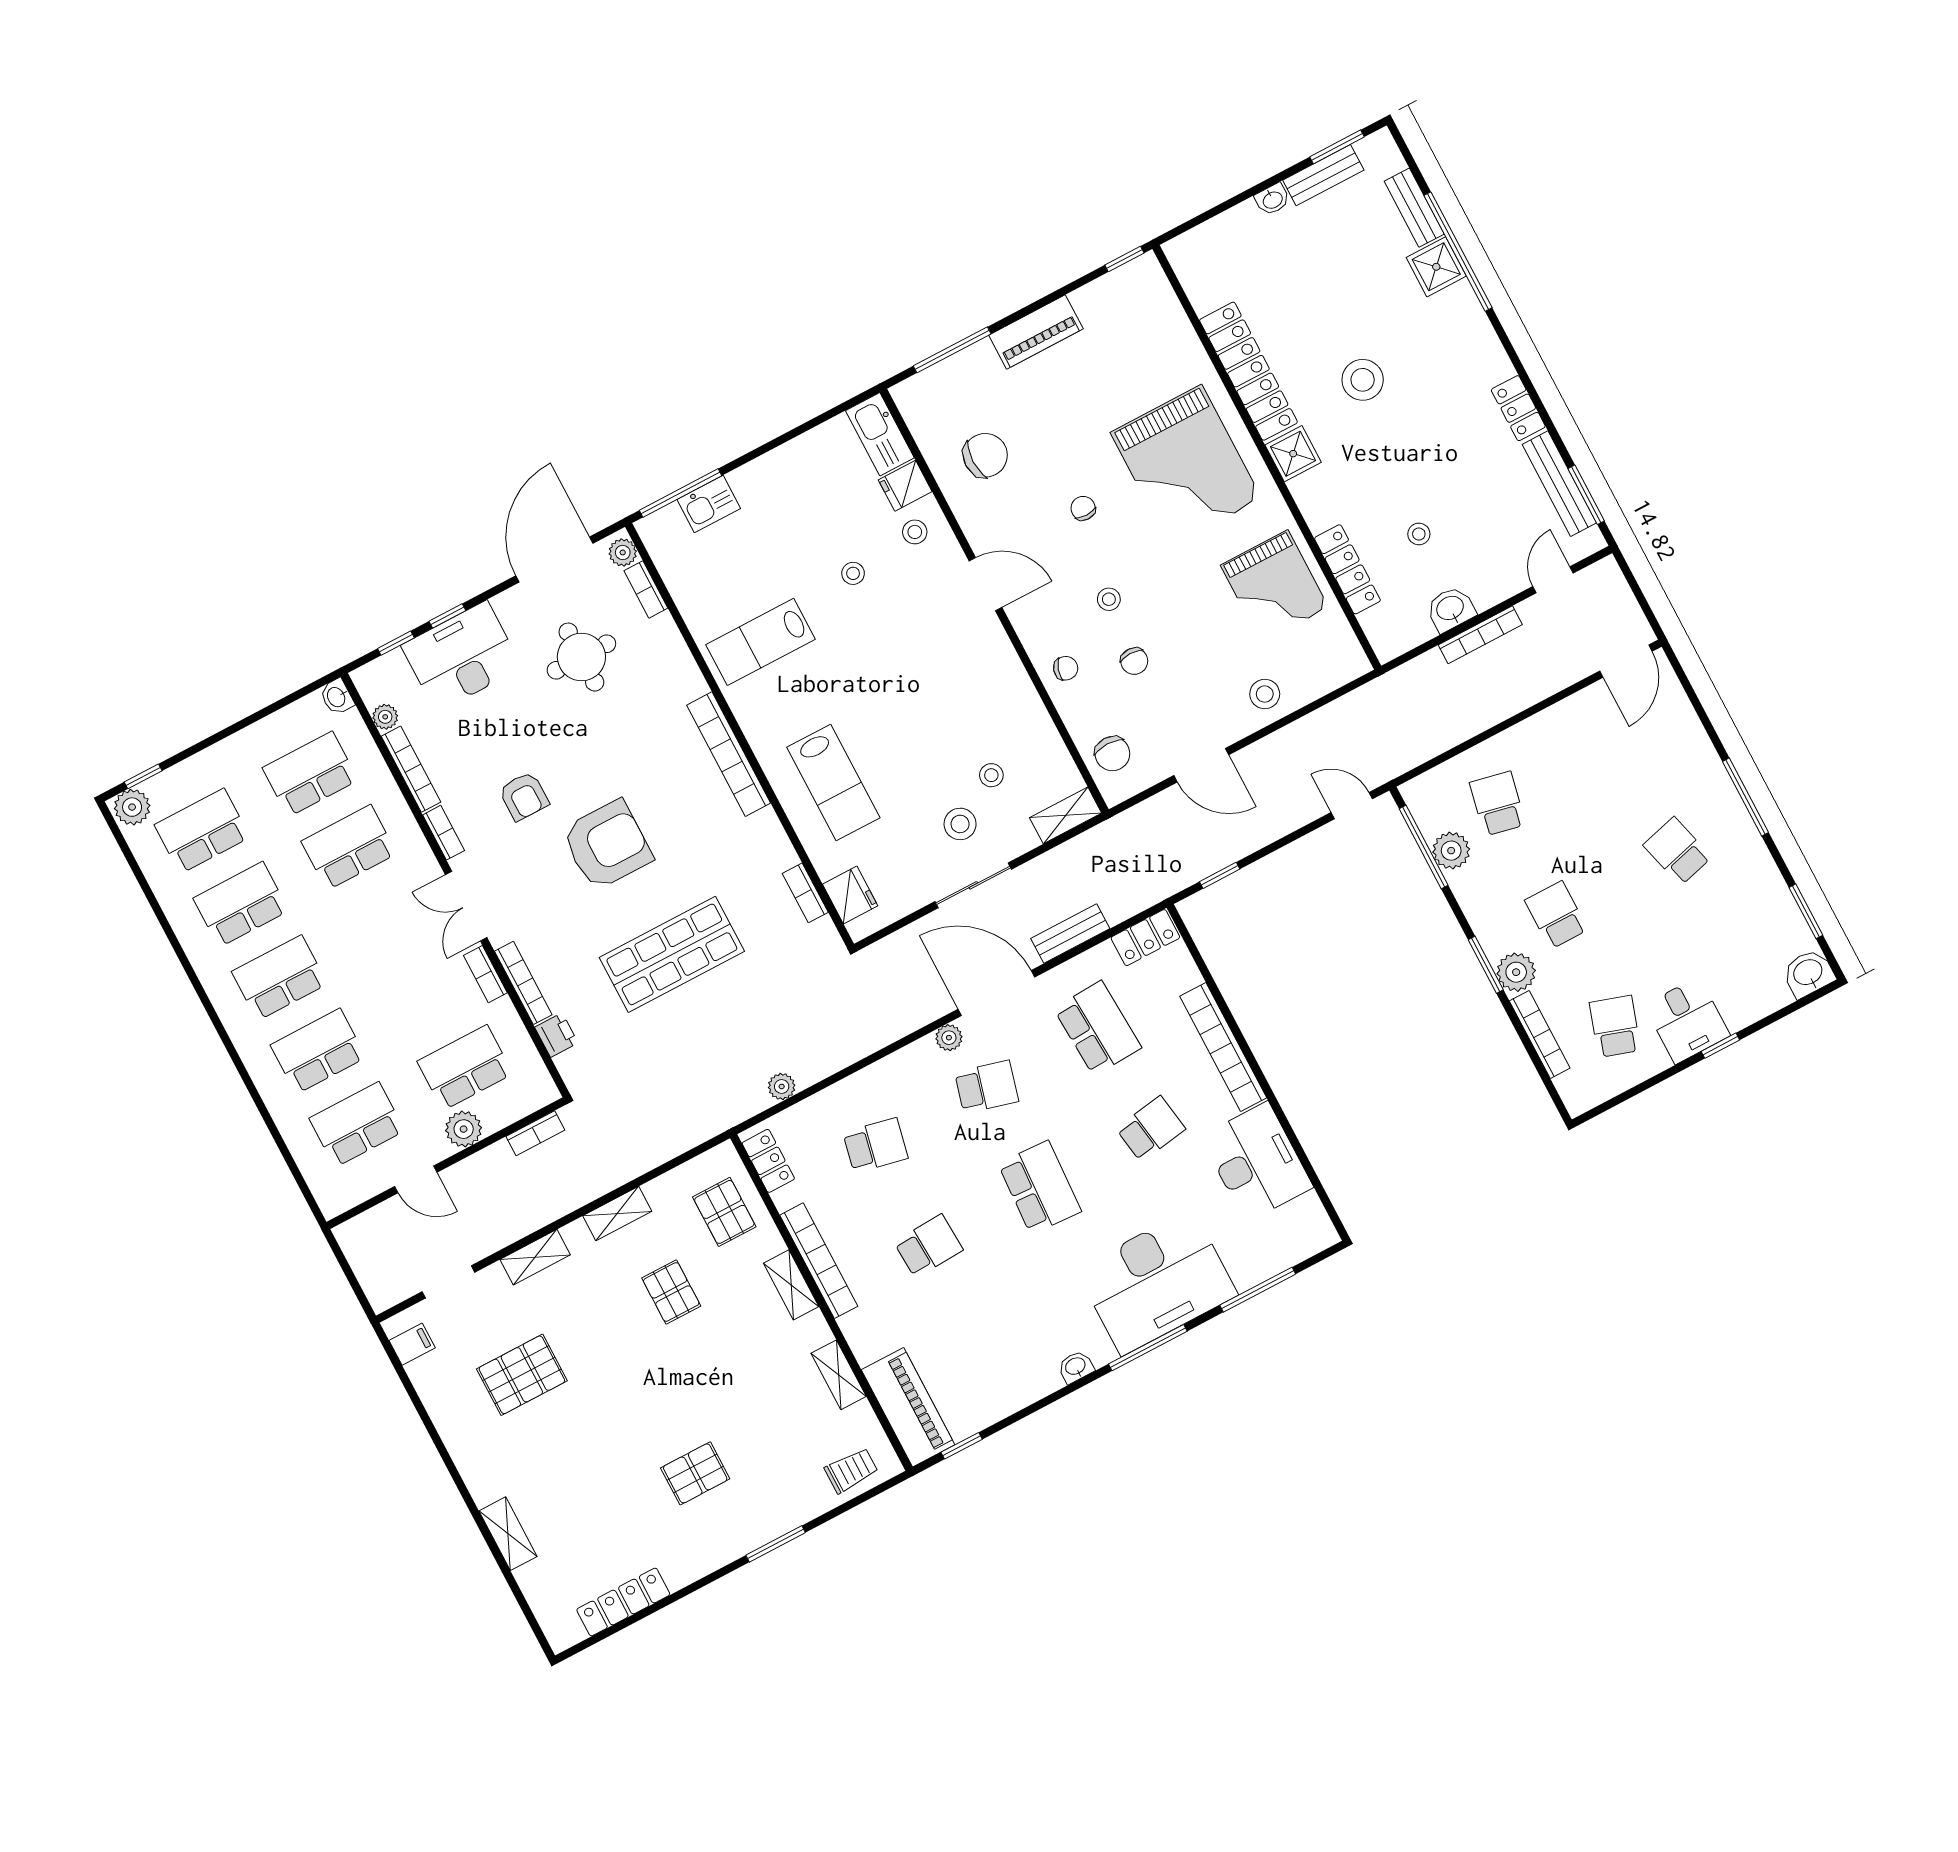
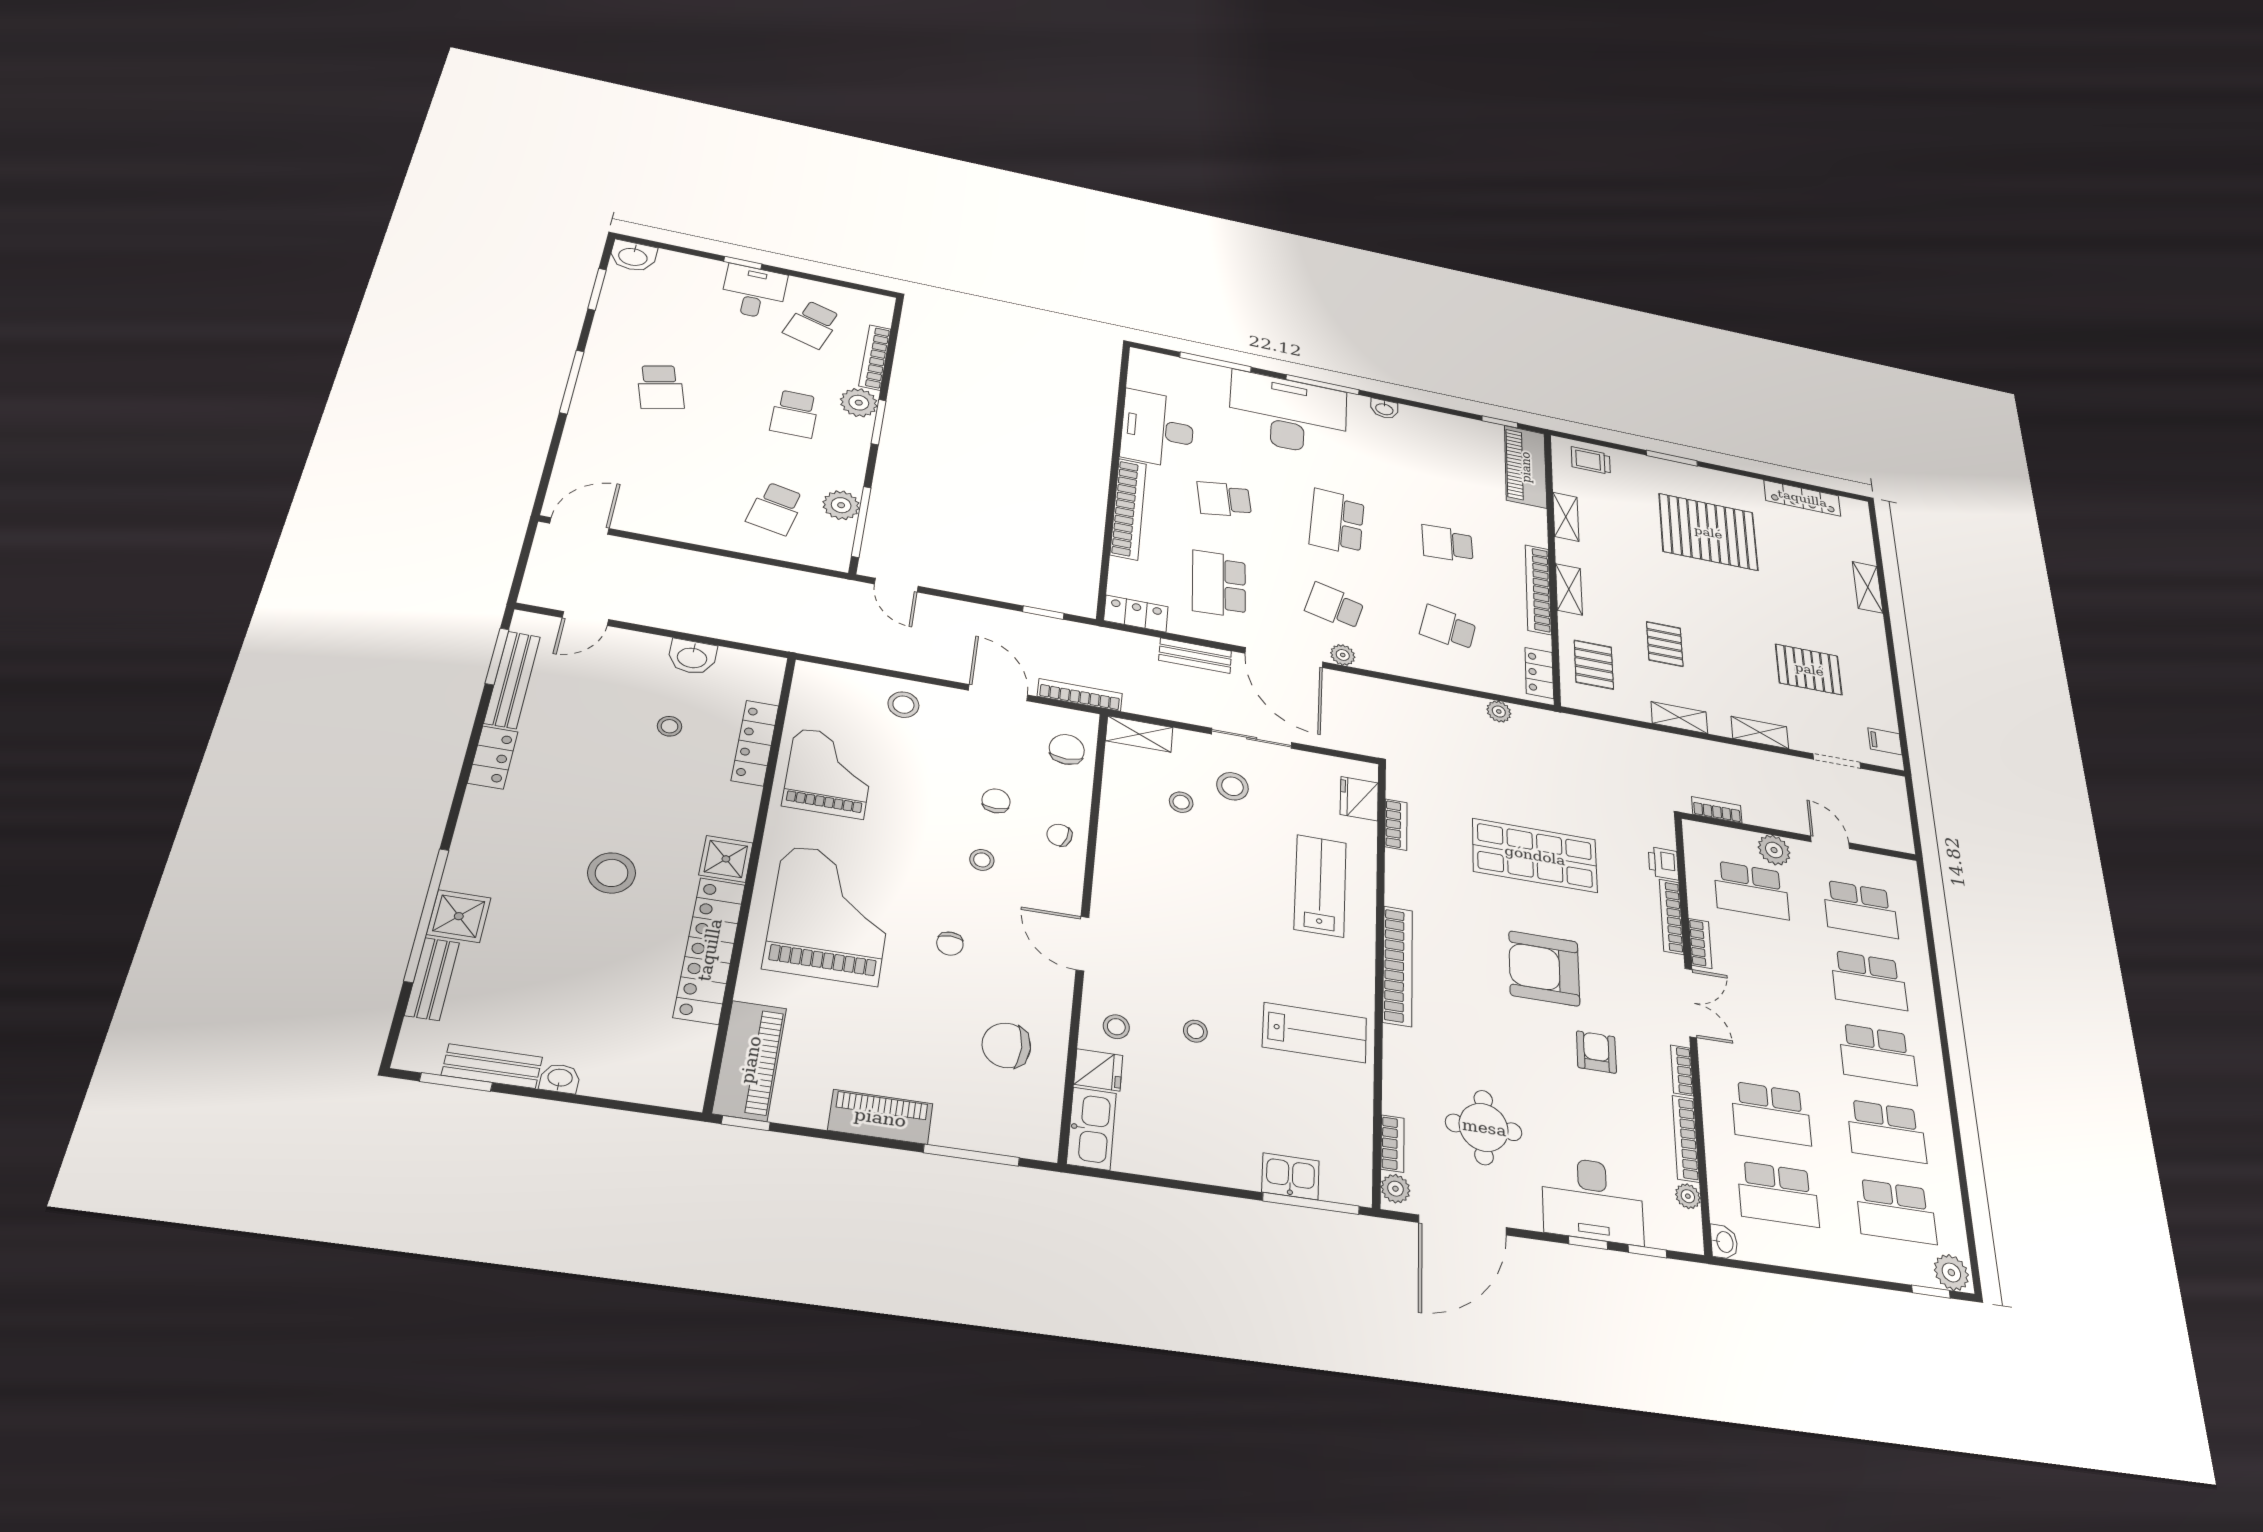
piano: (1157, 307) -> (750, 1060), added
bookcase: (1480, 635) -> (1080, 695), moved
pallet: (695, 1473) -> (1708, 532), width x2.05, depth x2.00

